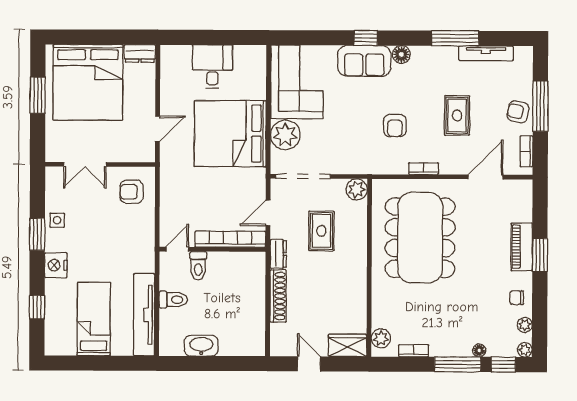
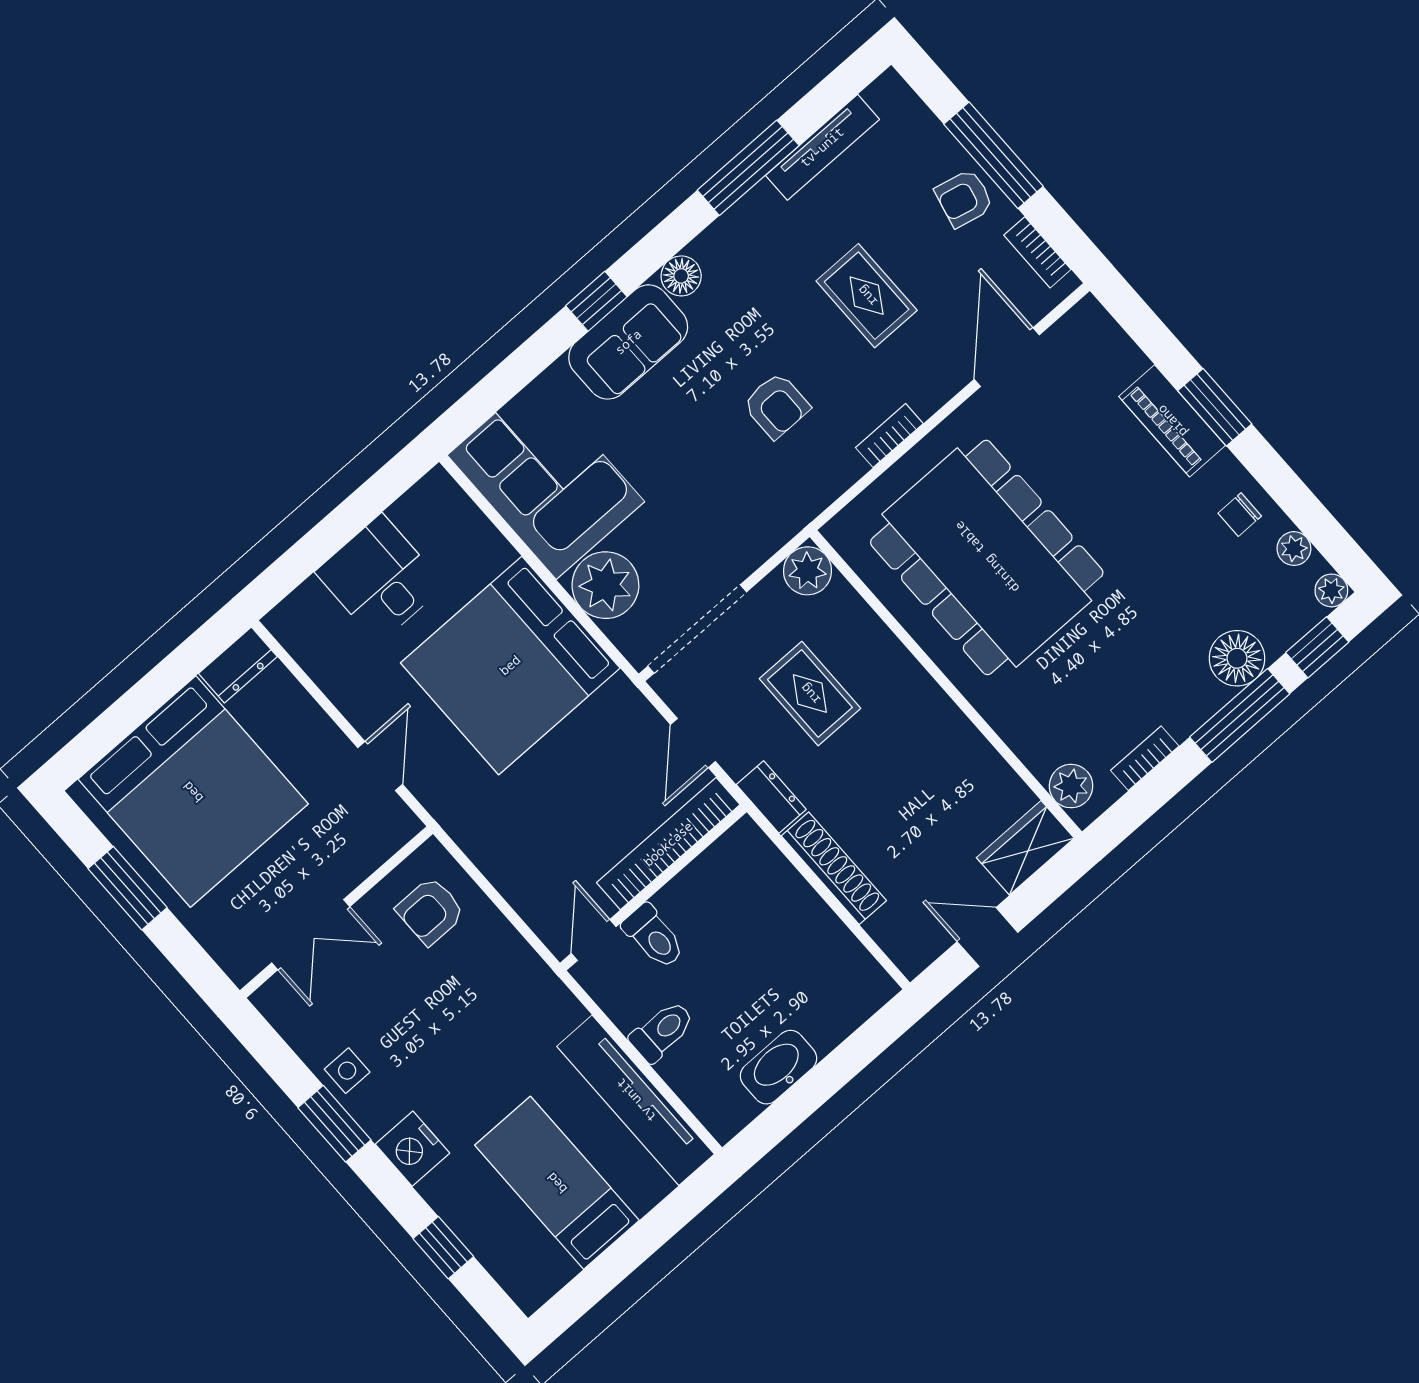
floor lamp: (479, 350) -> (1237, 658), width x1.89, depth x1.89

